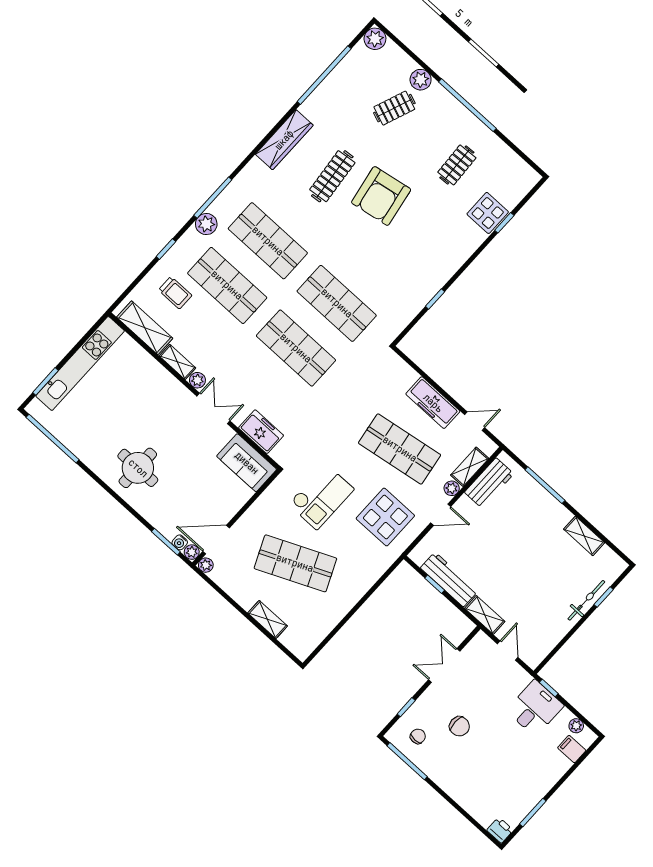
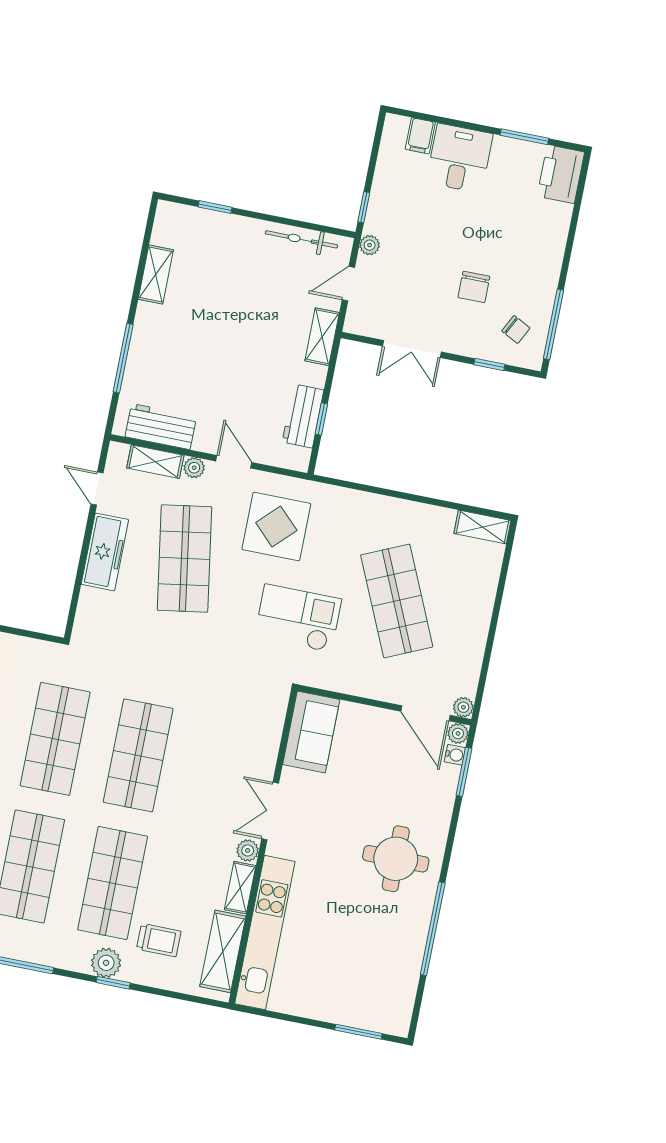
plant: (206, 224) -> (106, 963), moved
trolley: (175, 293) -> (159, 940), turned 90
kitchen unit: (80, 363) -> (265, 933), moved, turned 90
freezer: (261, 432) -> (263, 737), removed
window: (53, 439) -> (433, 929), moved
workbench: (449, 579) -> (303, 416), width x0.73
bicycle: (586, 600) -> (301, 239), moved
shelving: (268, 619) -> (482, 527), moved, turned 90
desk: (535, 708) -> (459, 158), moved, turned 90
chair: (459, 726) -> (474, 287), turned 180
plant: (576, 726) -> (370, 245), moved
chair: (418, 736) -> (516, 329), turned -153
printer: (500, 830) -> (561, 174), width x1.87, depth x1.48

